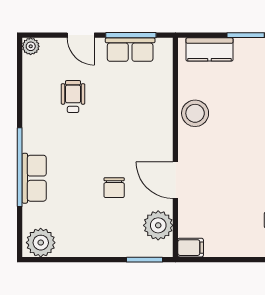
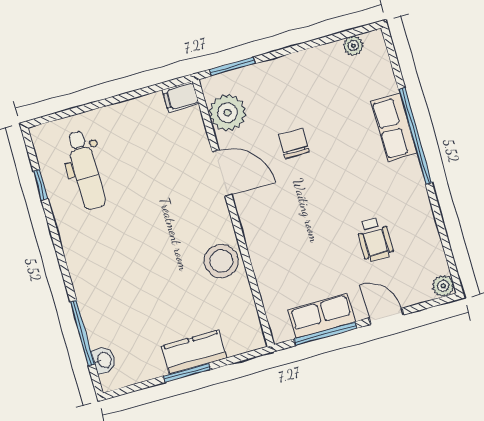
kitchen counter: (209, 49) -> (194, 352), moved
plant: (41, 243) -> (353, 46), width x0.53, depth x0.53

